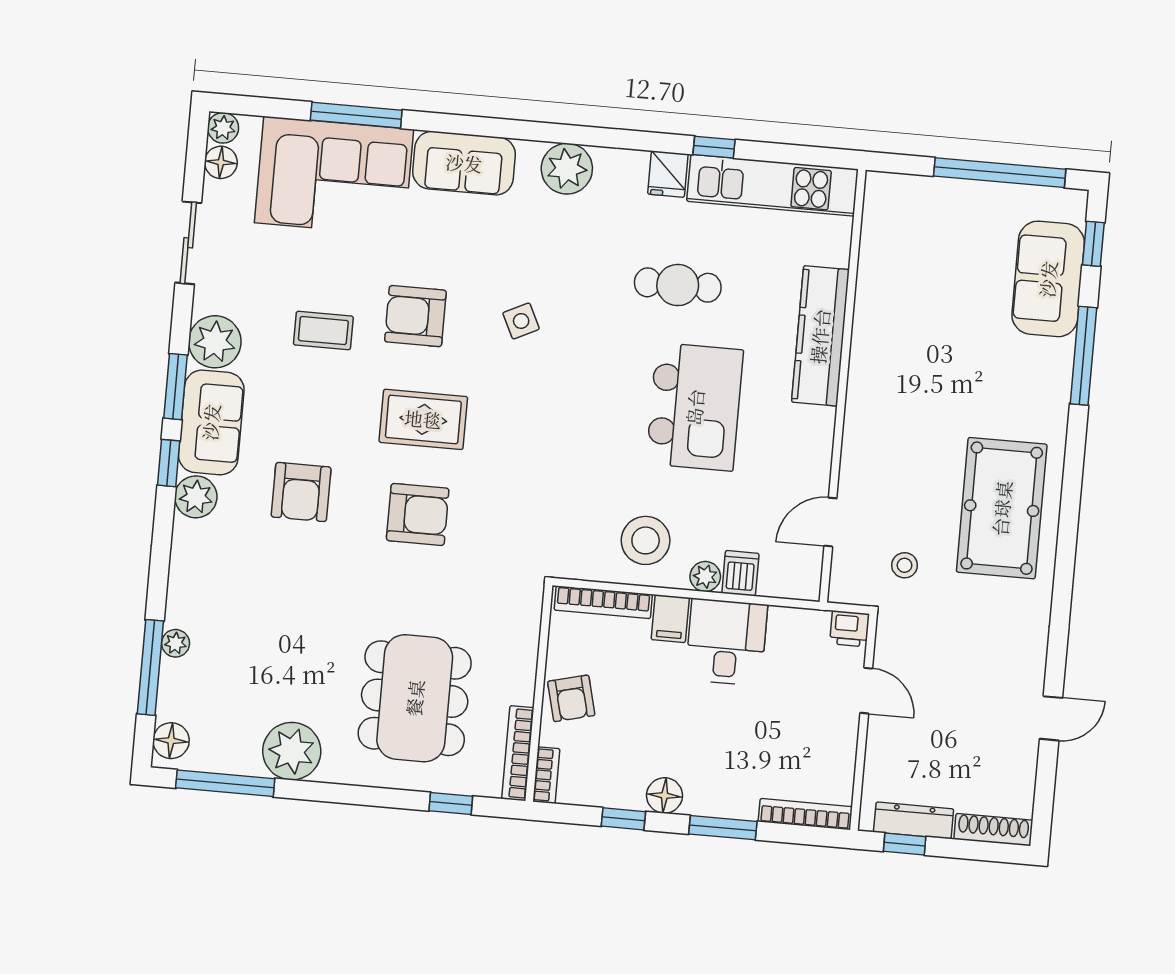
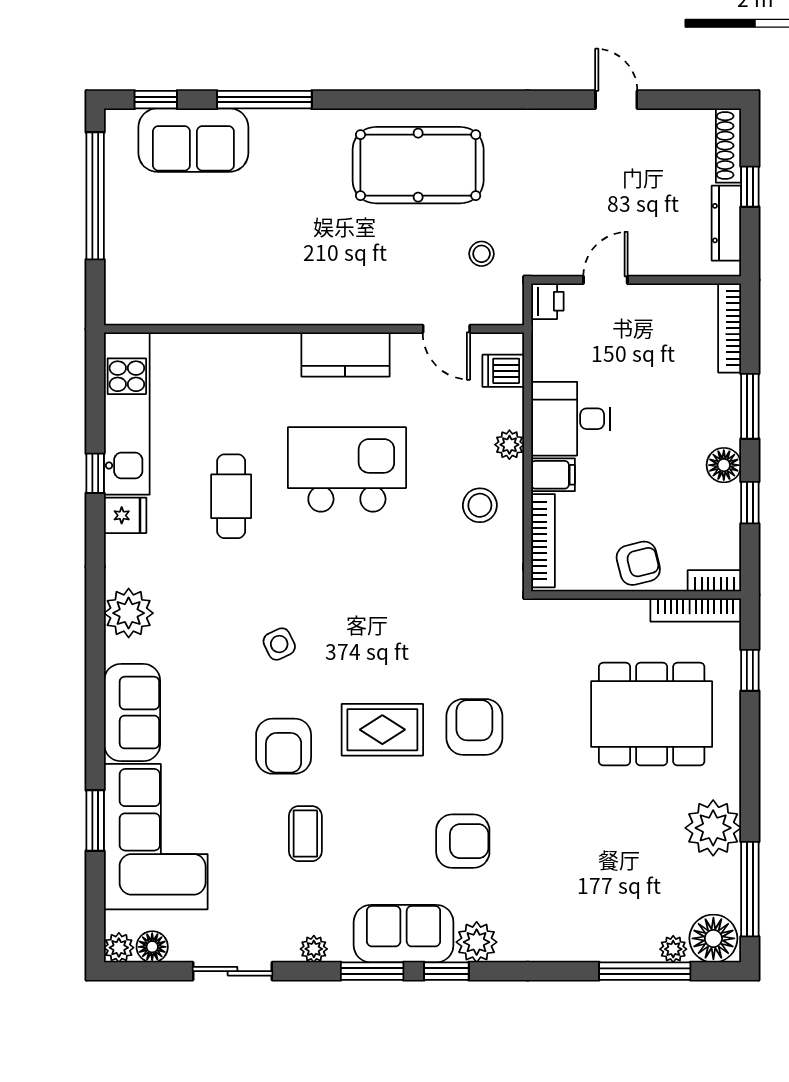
window: (356, 115) -> (95, 820), width x0.69
kitchen counter: (820, 336) -> (345, 354), moved, width x0.67
plant: (215, 342) -> (314, 949), width x0.53, depth x0.53
rug: (423, 419) -> (382, 730), turned 90
stool: (646, 540) -> (480, 505), width x0.73, depth x0.73
dishwasher: (740, 573) -> (503, 371), moved
plant: (176, 643) -> (673, 949), moved
floor lamp: (171, 741) -> (713, 938), width x1.38, depth x1.38
window: (905, 844) -> (750, 187), moved

